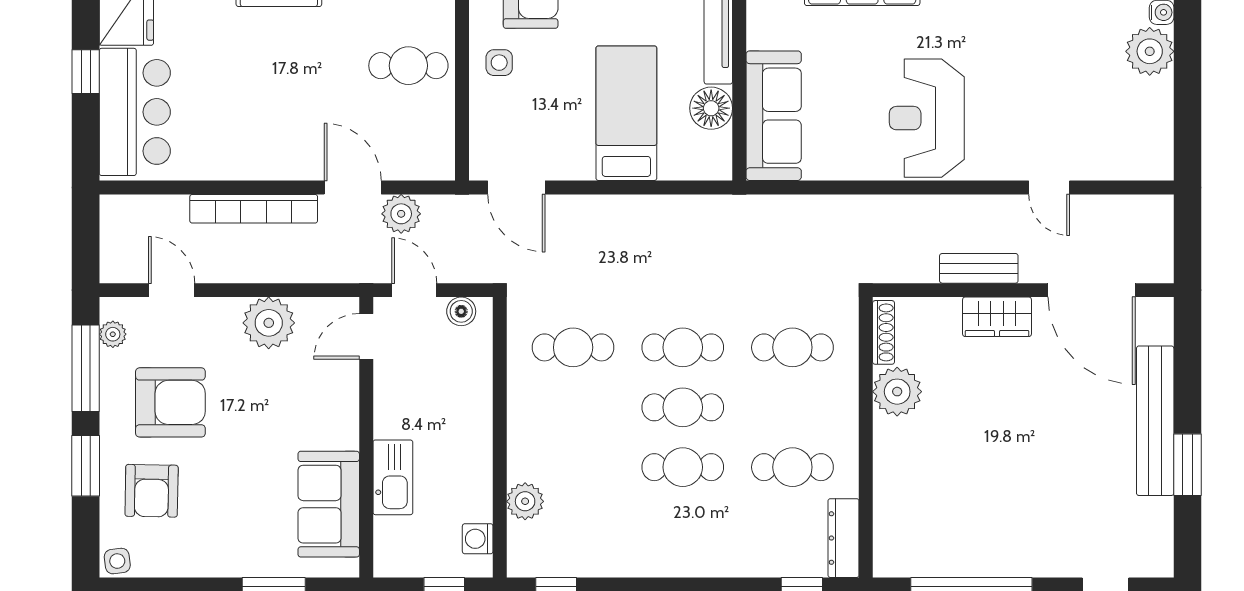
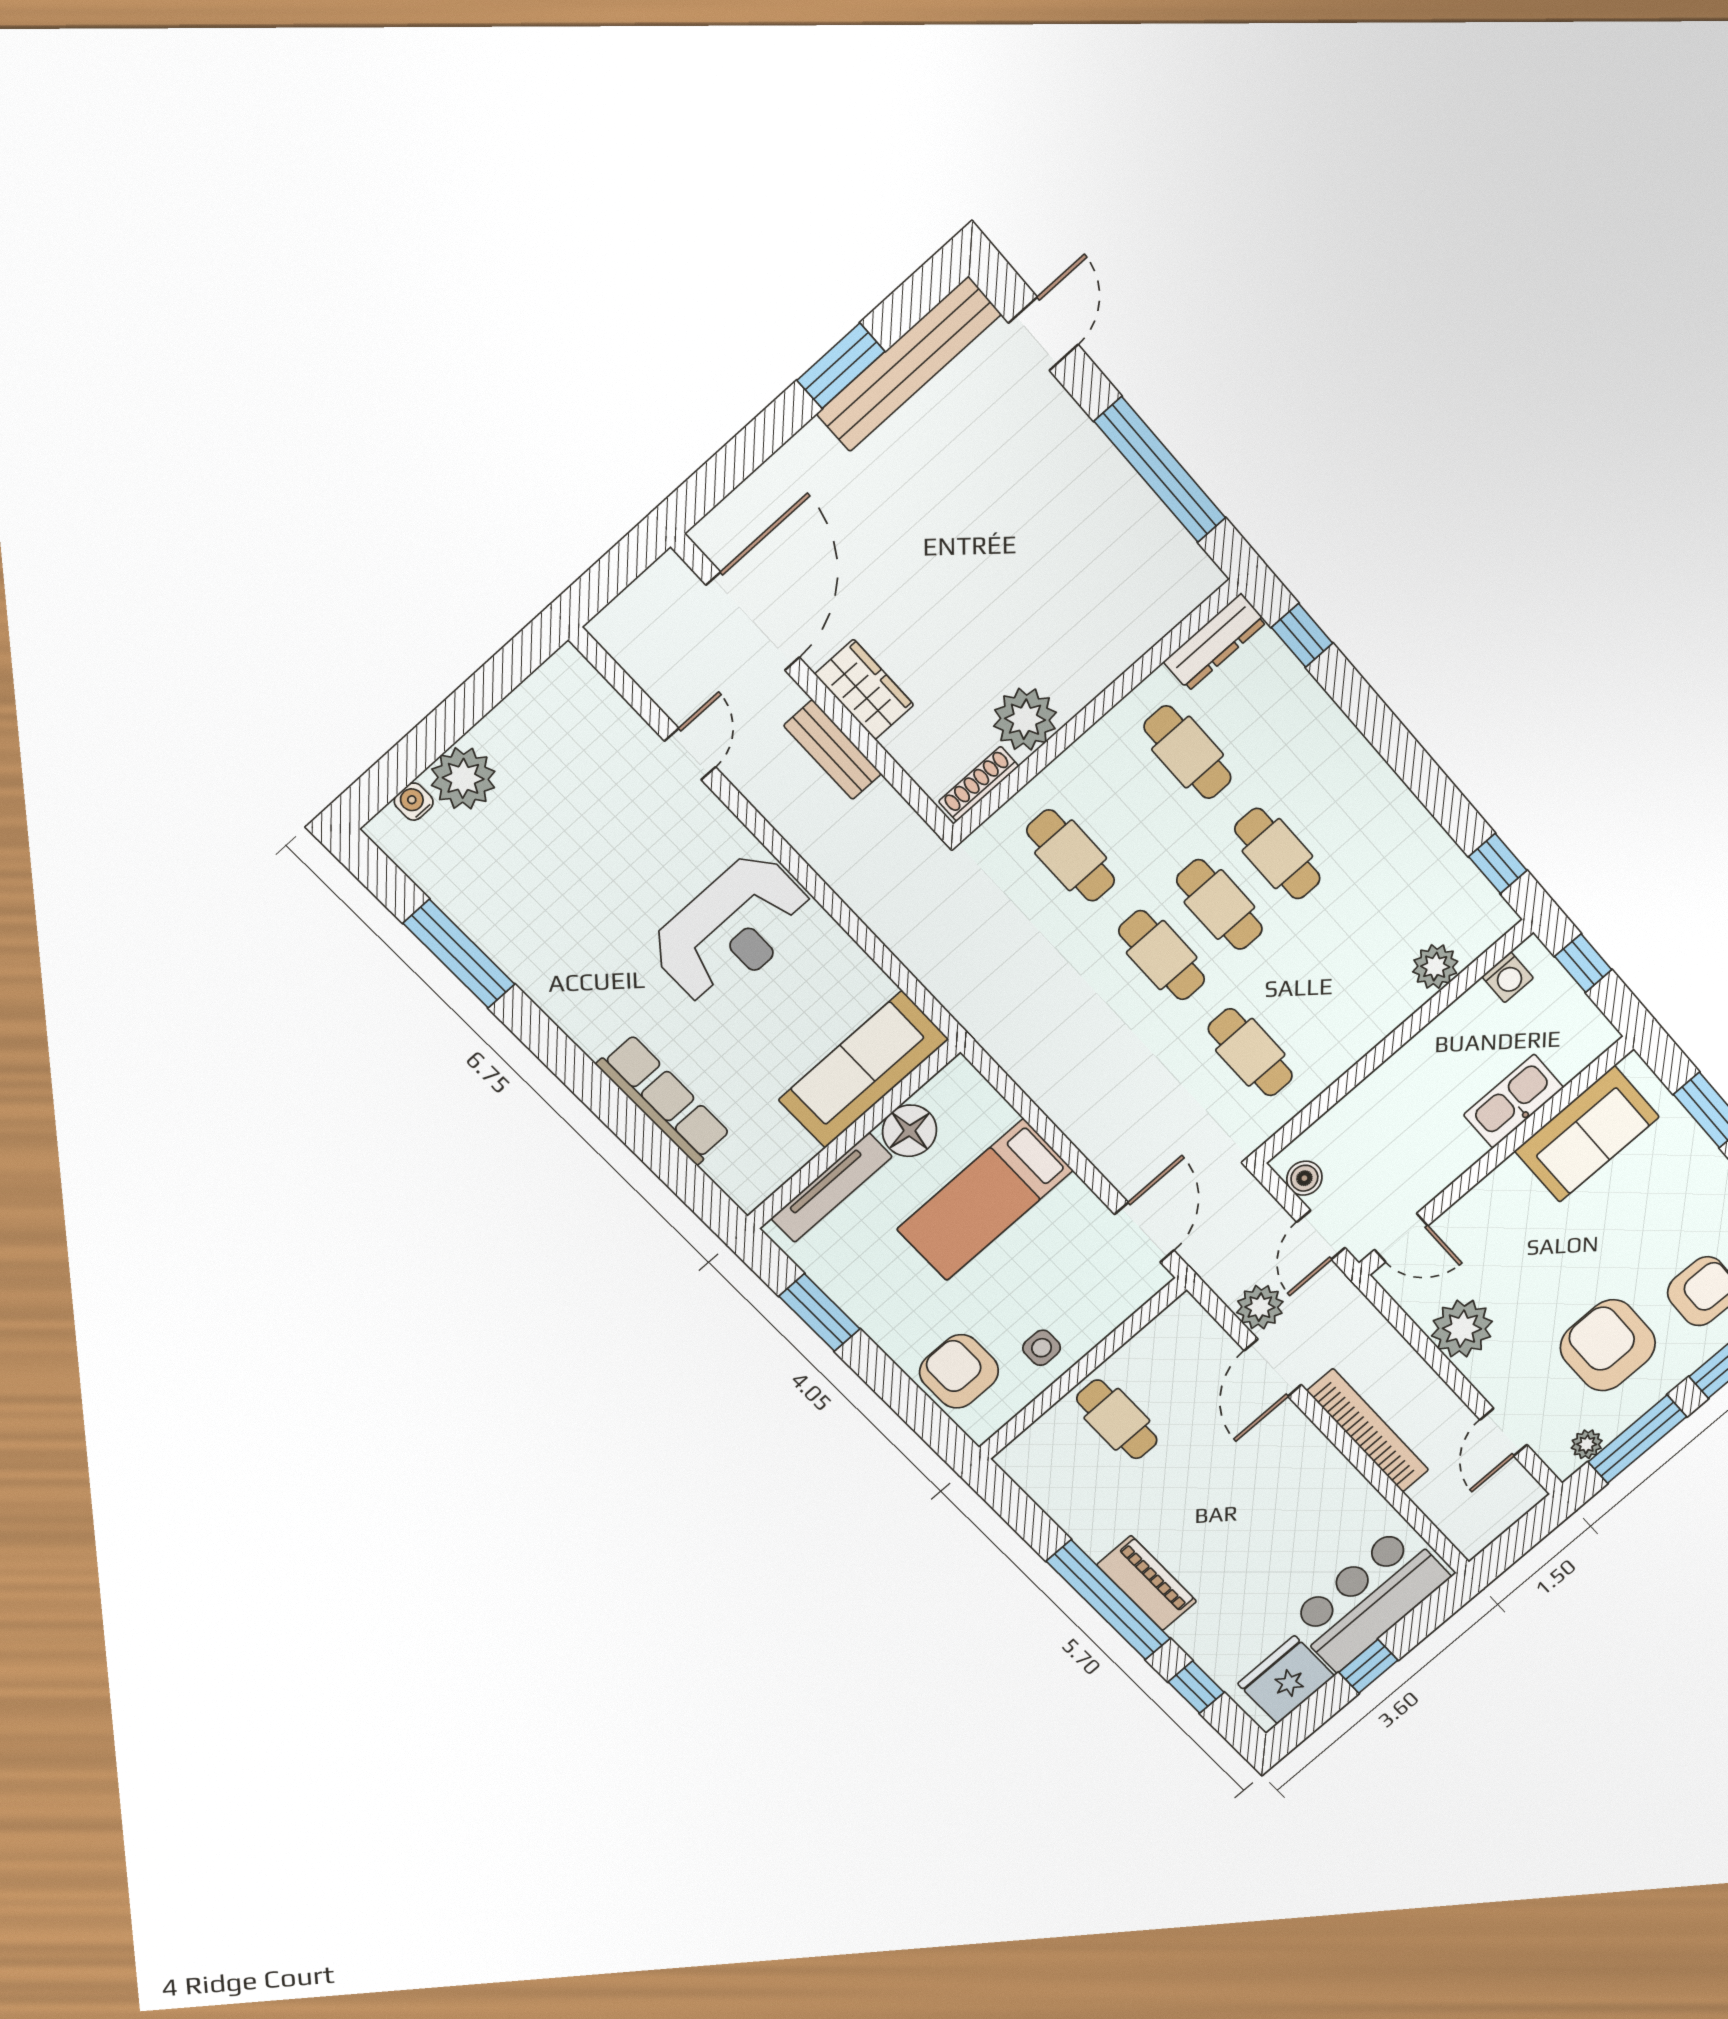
bench: (1155, 421) -> (909, 364), moved

